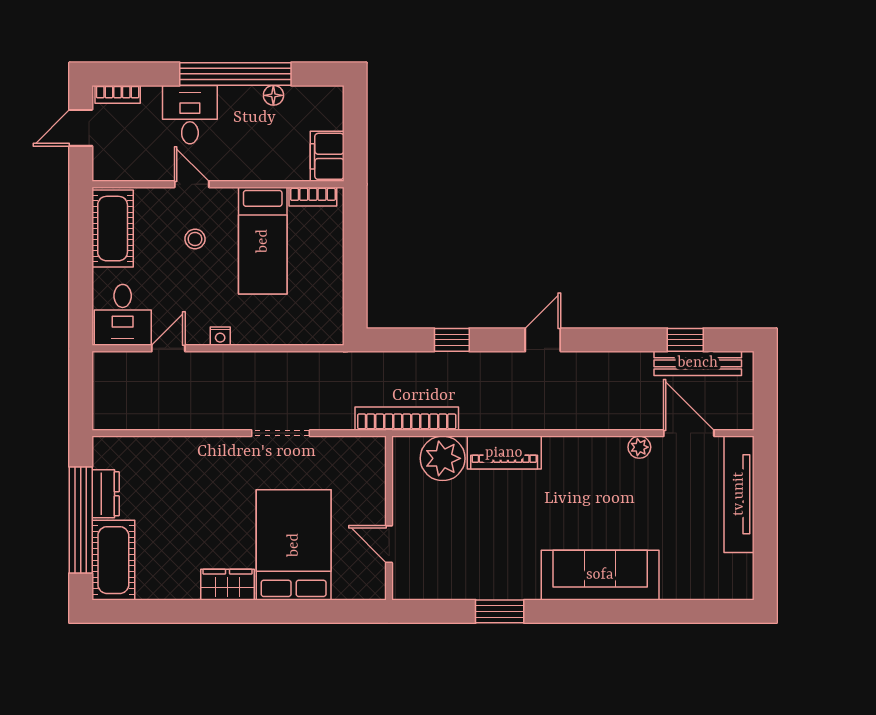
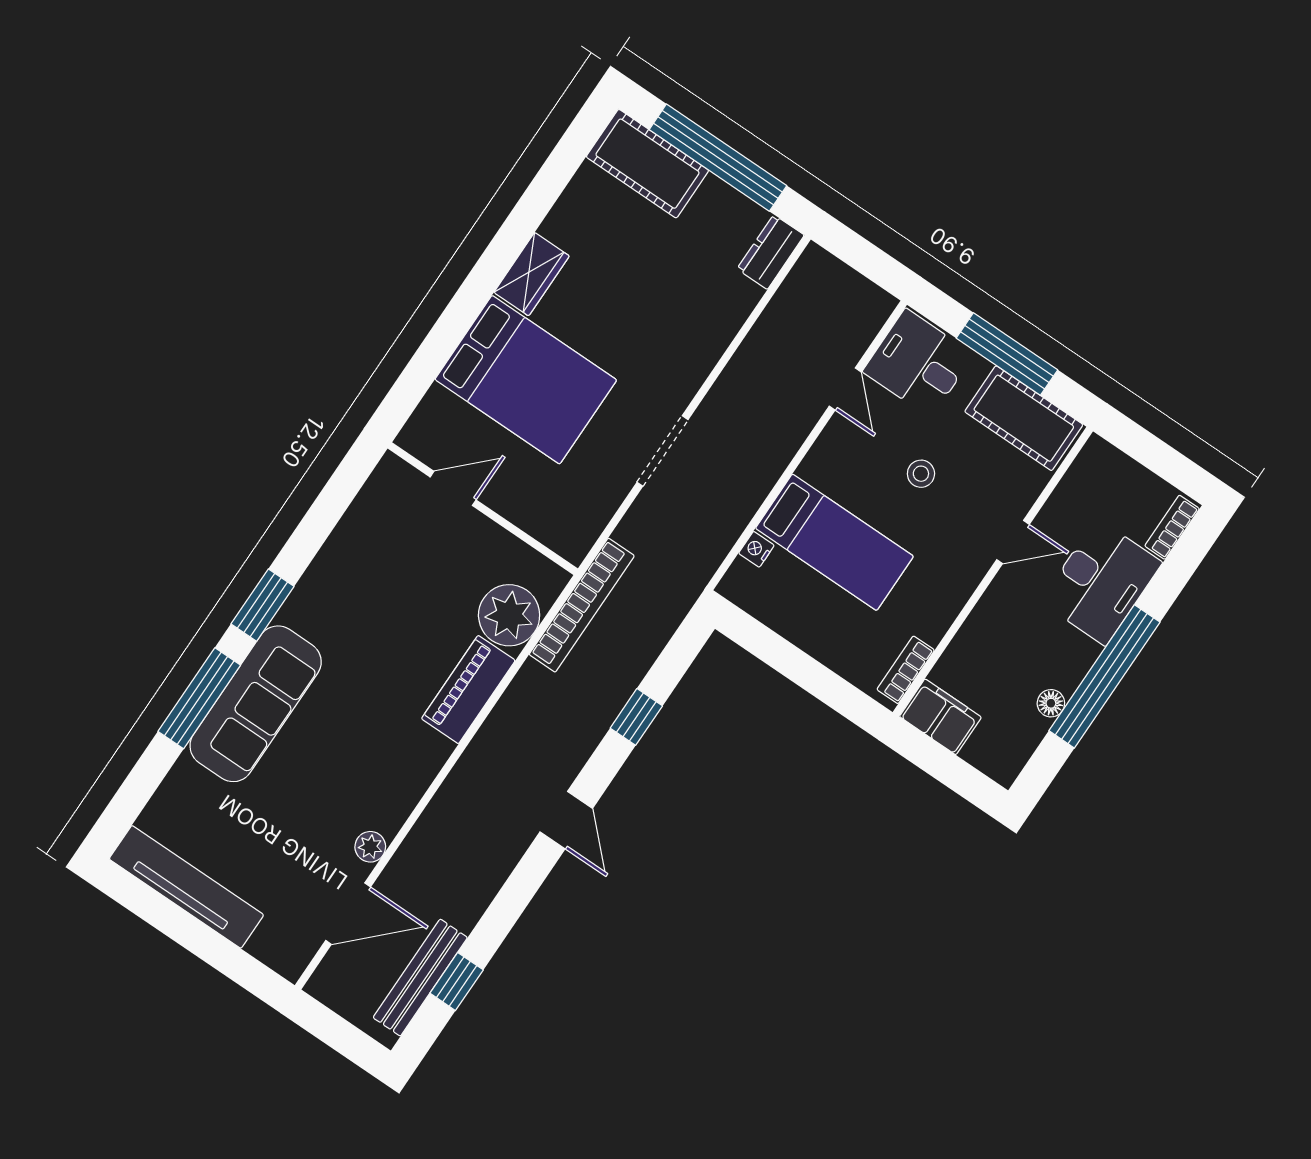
desk: (190, 115) -> (1101, 582), width x1.37
door: (81, 128) -> (1162, 460), removed
stool: (195, 239) -> (921, 474), moved
bed: (263, 241) -> (834, 542), moved, turned 180
window: (81, 265) -> (1007, 354), added
nightstand: (220, 336) -> (756, 549), moved
dresser: (106, 494) -> (771, 252), moved, turned 90
tv unit: (739, 494) -> (186, 887), moved
window: (500, 611) -> (263, 605), moved
window: (620, 611) -> (199, 698), added

